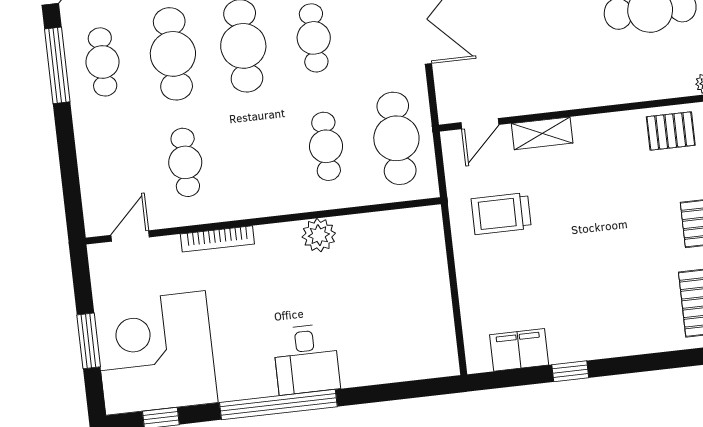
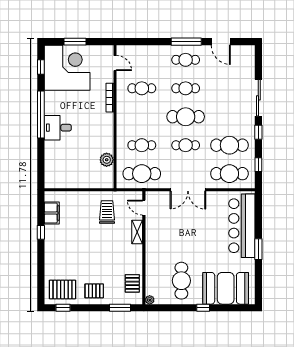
cafe table: (173, 54) -> (186, 88), width x0.73, depth x0.74
plant: (319, 235) -> (107, 160), moved

